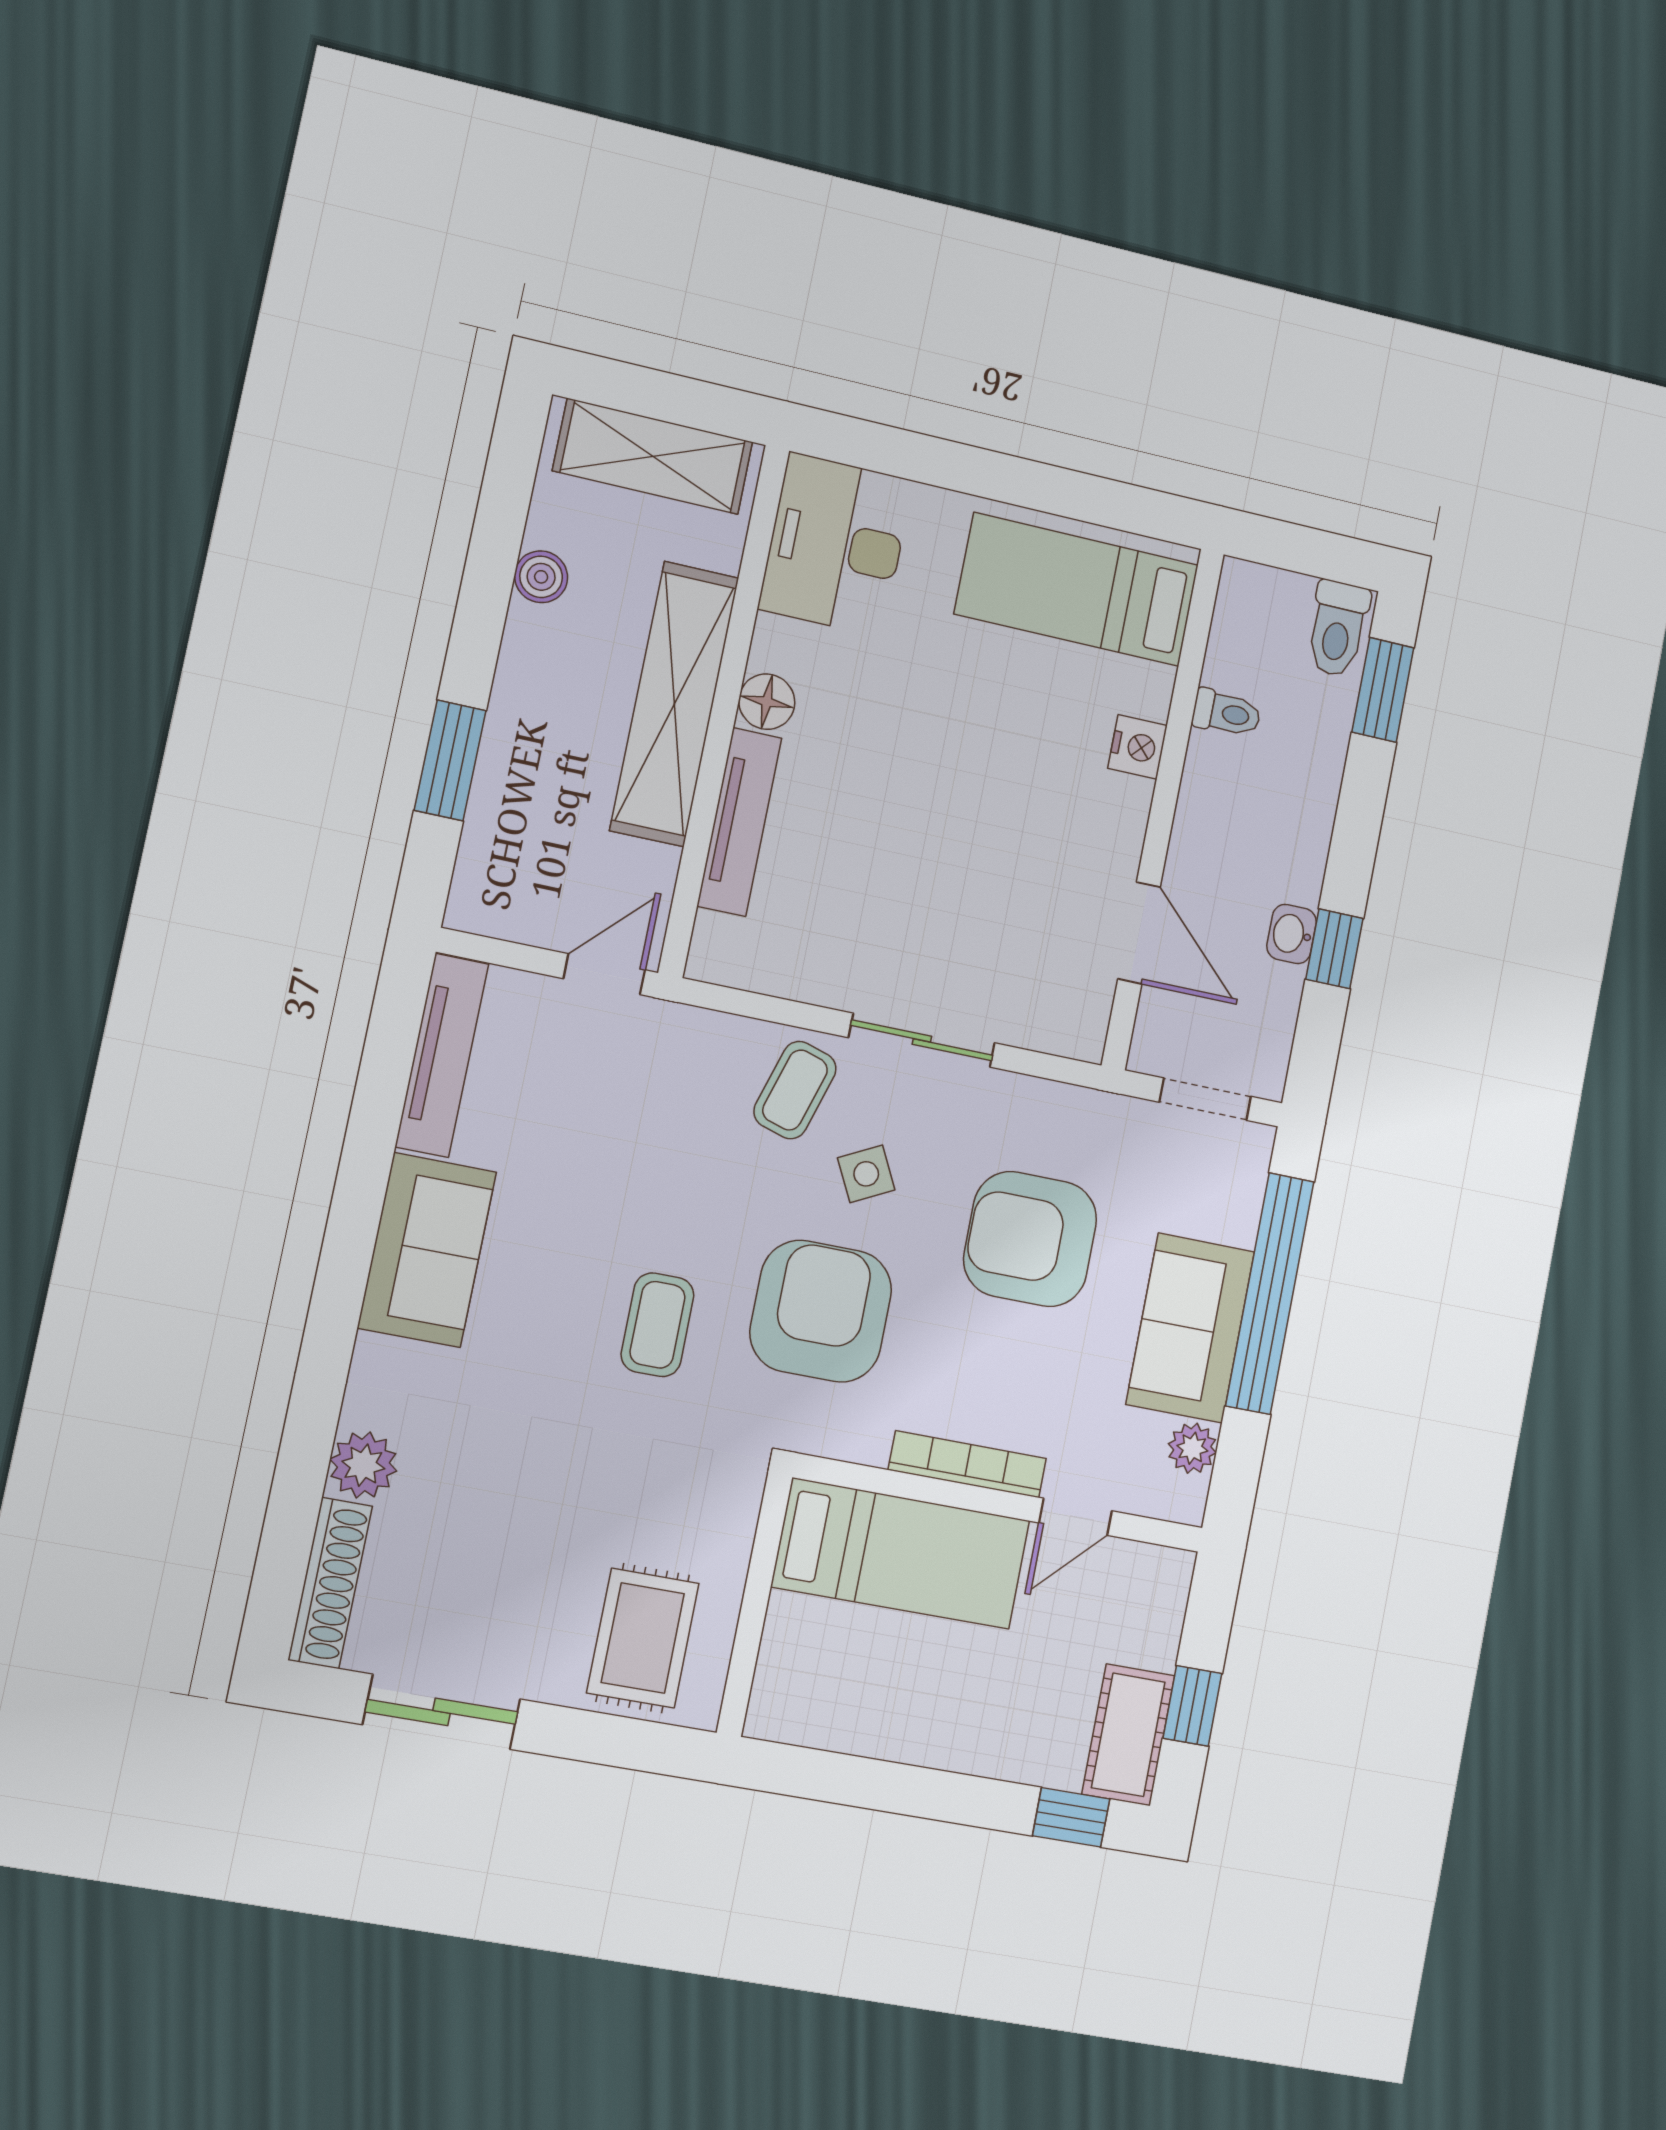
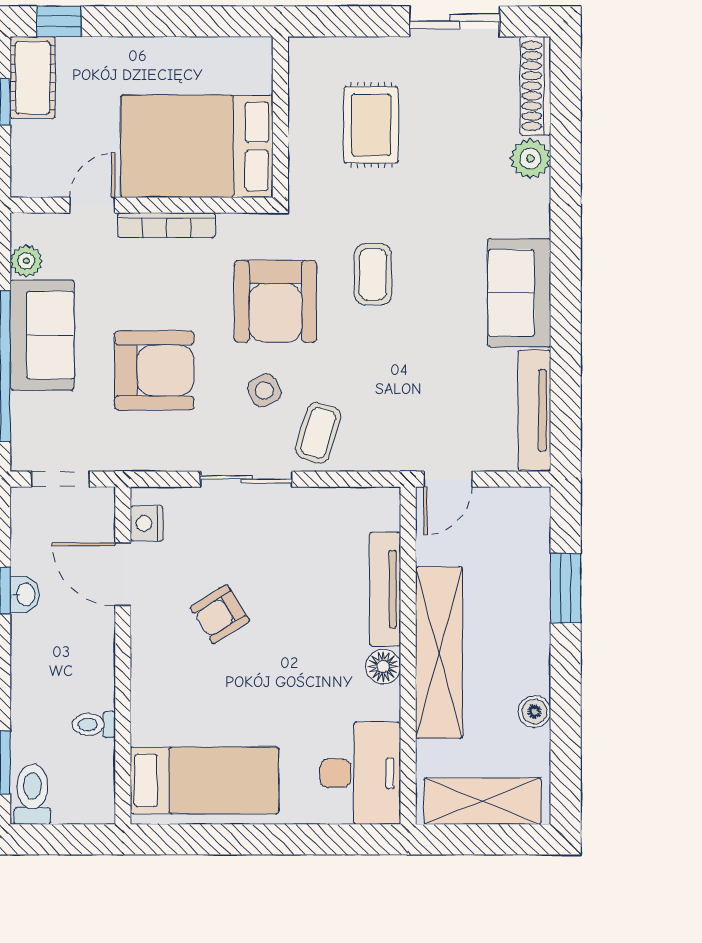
nightstand: (1137, 747) -> (147, 523), moved
armchair: (1003, 839) -> (220, 614), added
bed: (901, 1554) -> (197, 146), width x1.50
rug: (643, 1638) -> (371, 125), moved

